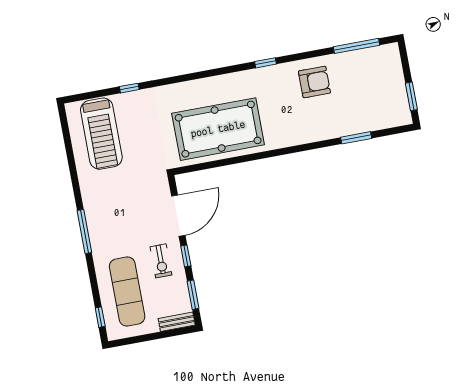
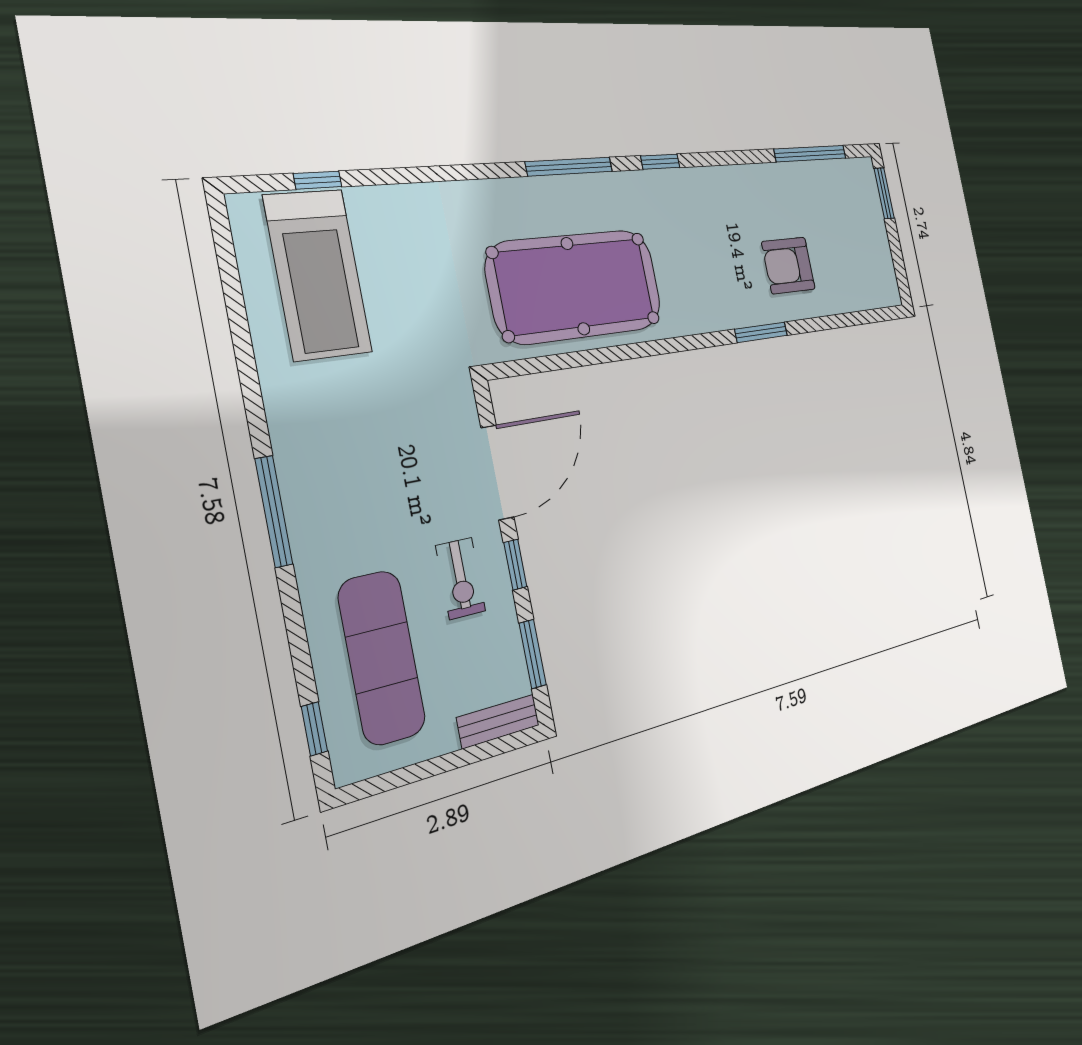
window: (217, 72) -> (569, 167), added
armchair: (314, 82) -> (788, 266), moved, turned 180
window: (129, 88) -> (318, 180), moved
window: (411, 96) -> (884, 193), moved
window: (356, 138) -> (761, 332), moved

